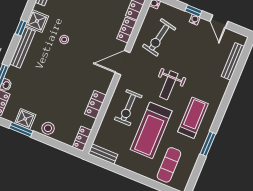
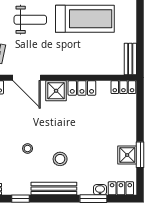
shower: (37, 21) -> (56, 91), moved
window: (21, 28) -> (21, 199), moved
exercise bike: (128, 108) -> (71, 52), removed
stool: (48, 128) -> (60, 159), moved

